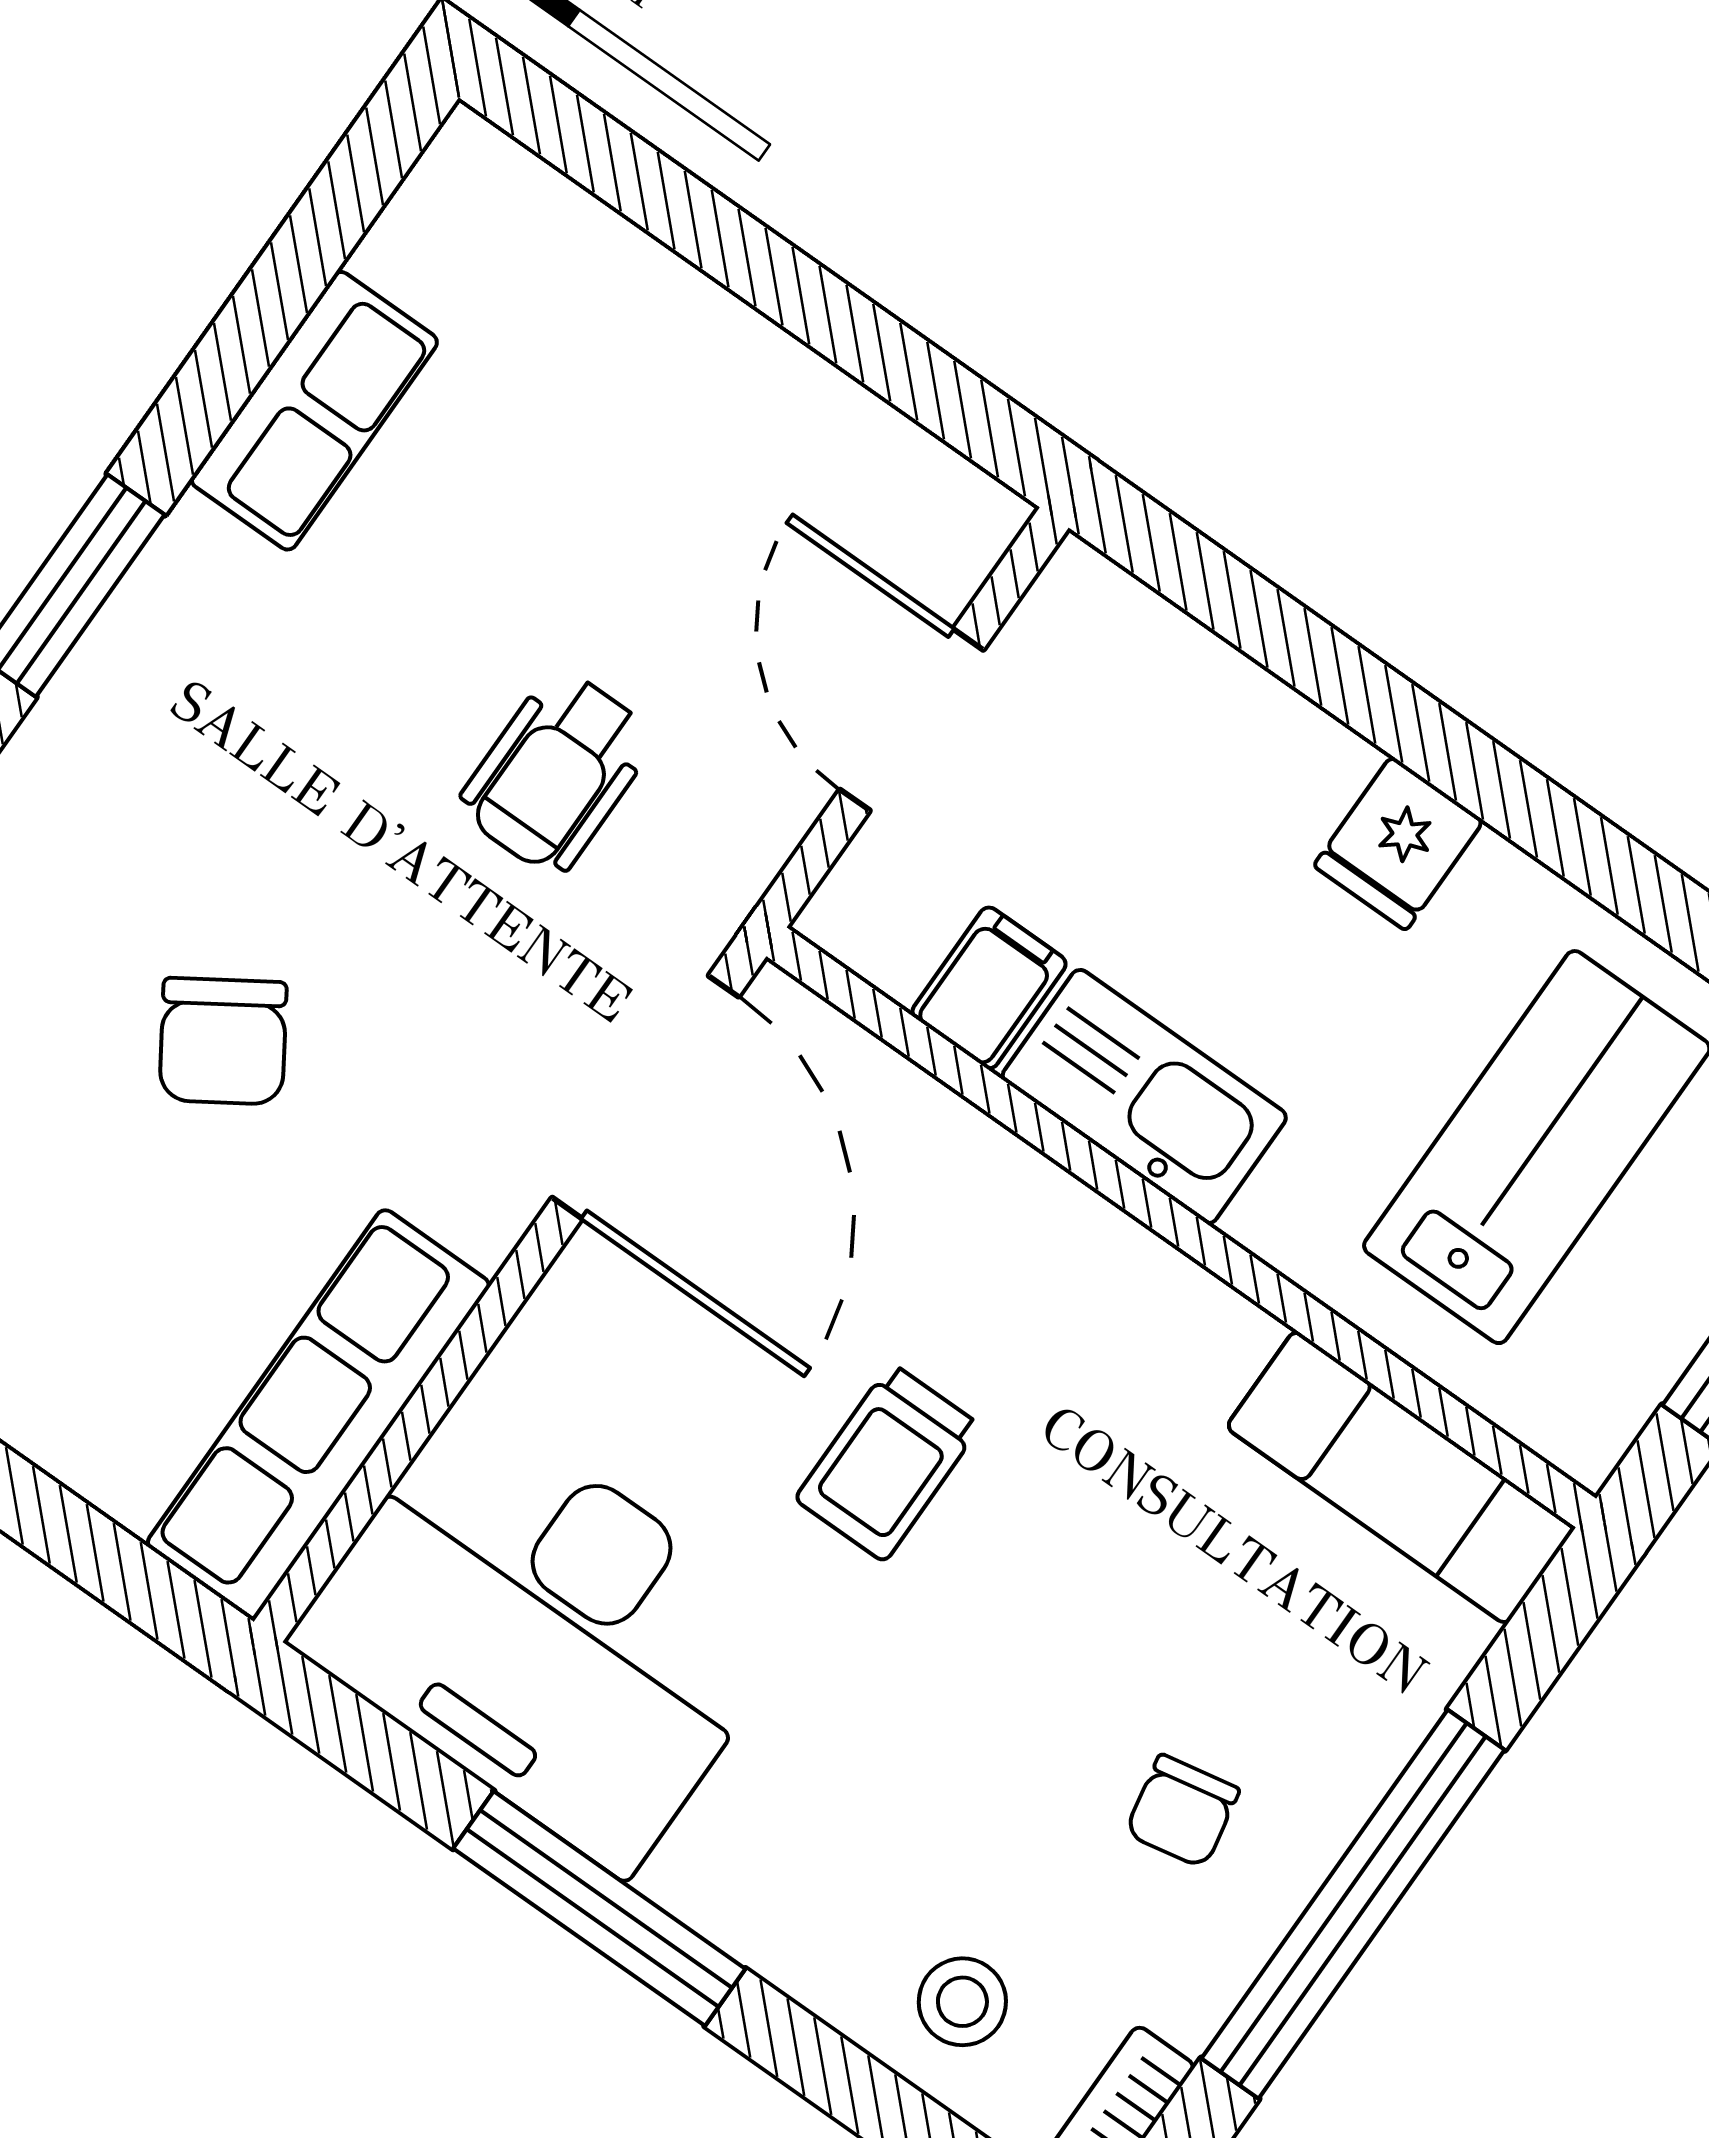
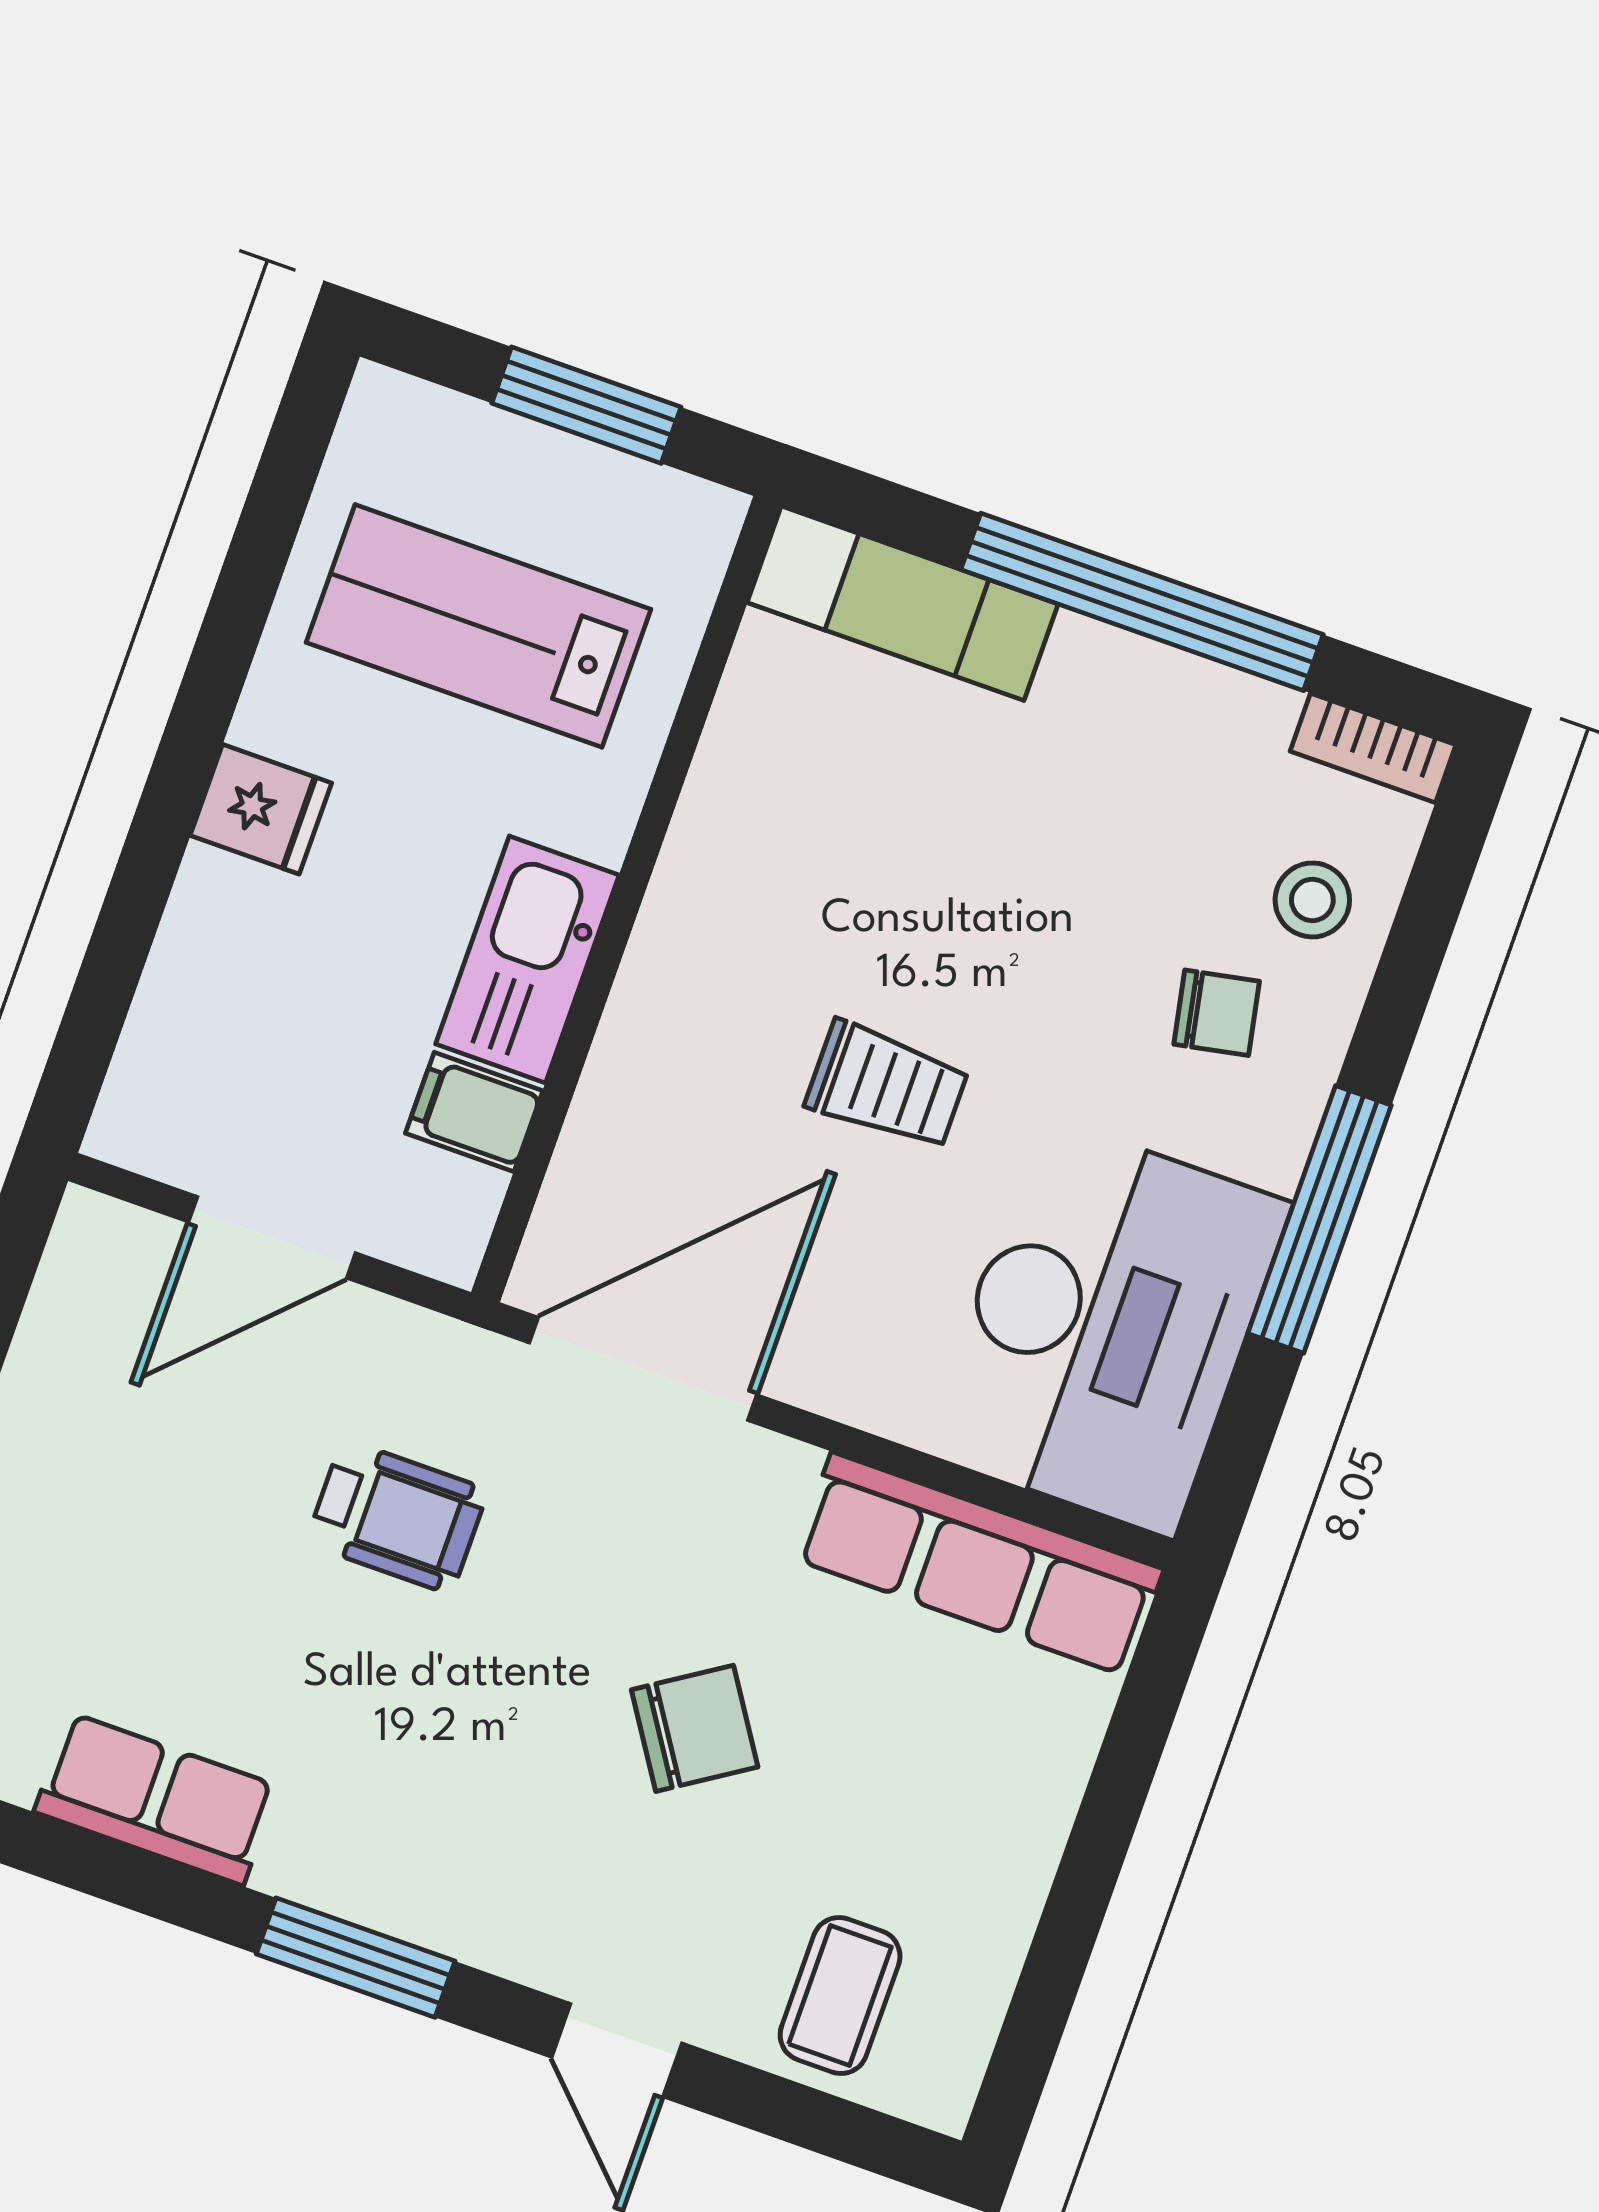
exam couch: (1401, 1477) -> (903, 603), moved, turned 90
chair: (1182, 1811) -> (1217, 1013), moved

